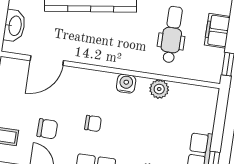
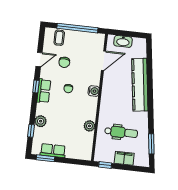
door: (47, 61) -> (104, 61), swing flipped
water cooler: (126, 84) -> (94, 91), moved

